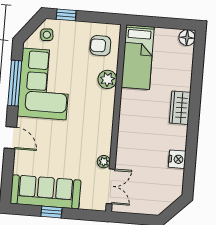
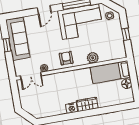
window: (66, 15) -> (126, 34), moved
floor lamp: (187, 38) -> (127, 84), moved
armchair: (100, 46) -> (66, 58), moved
nightstand: (177, 159) -> (72, 108), moved

